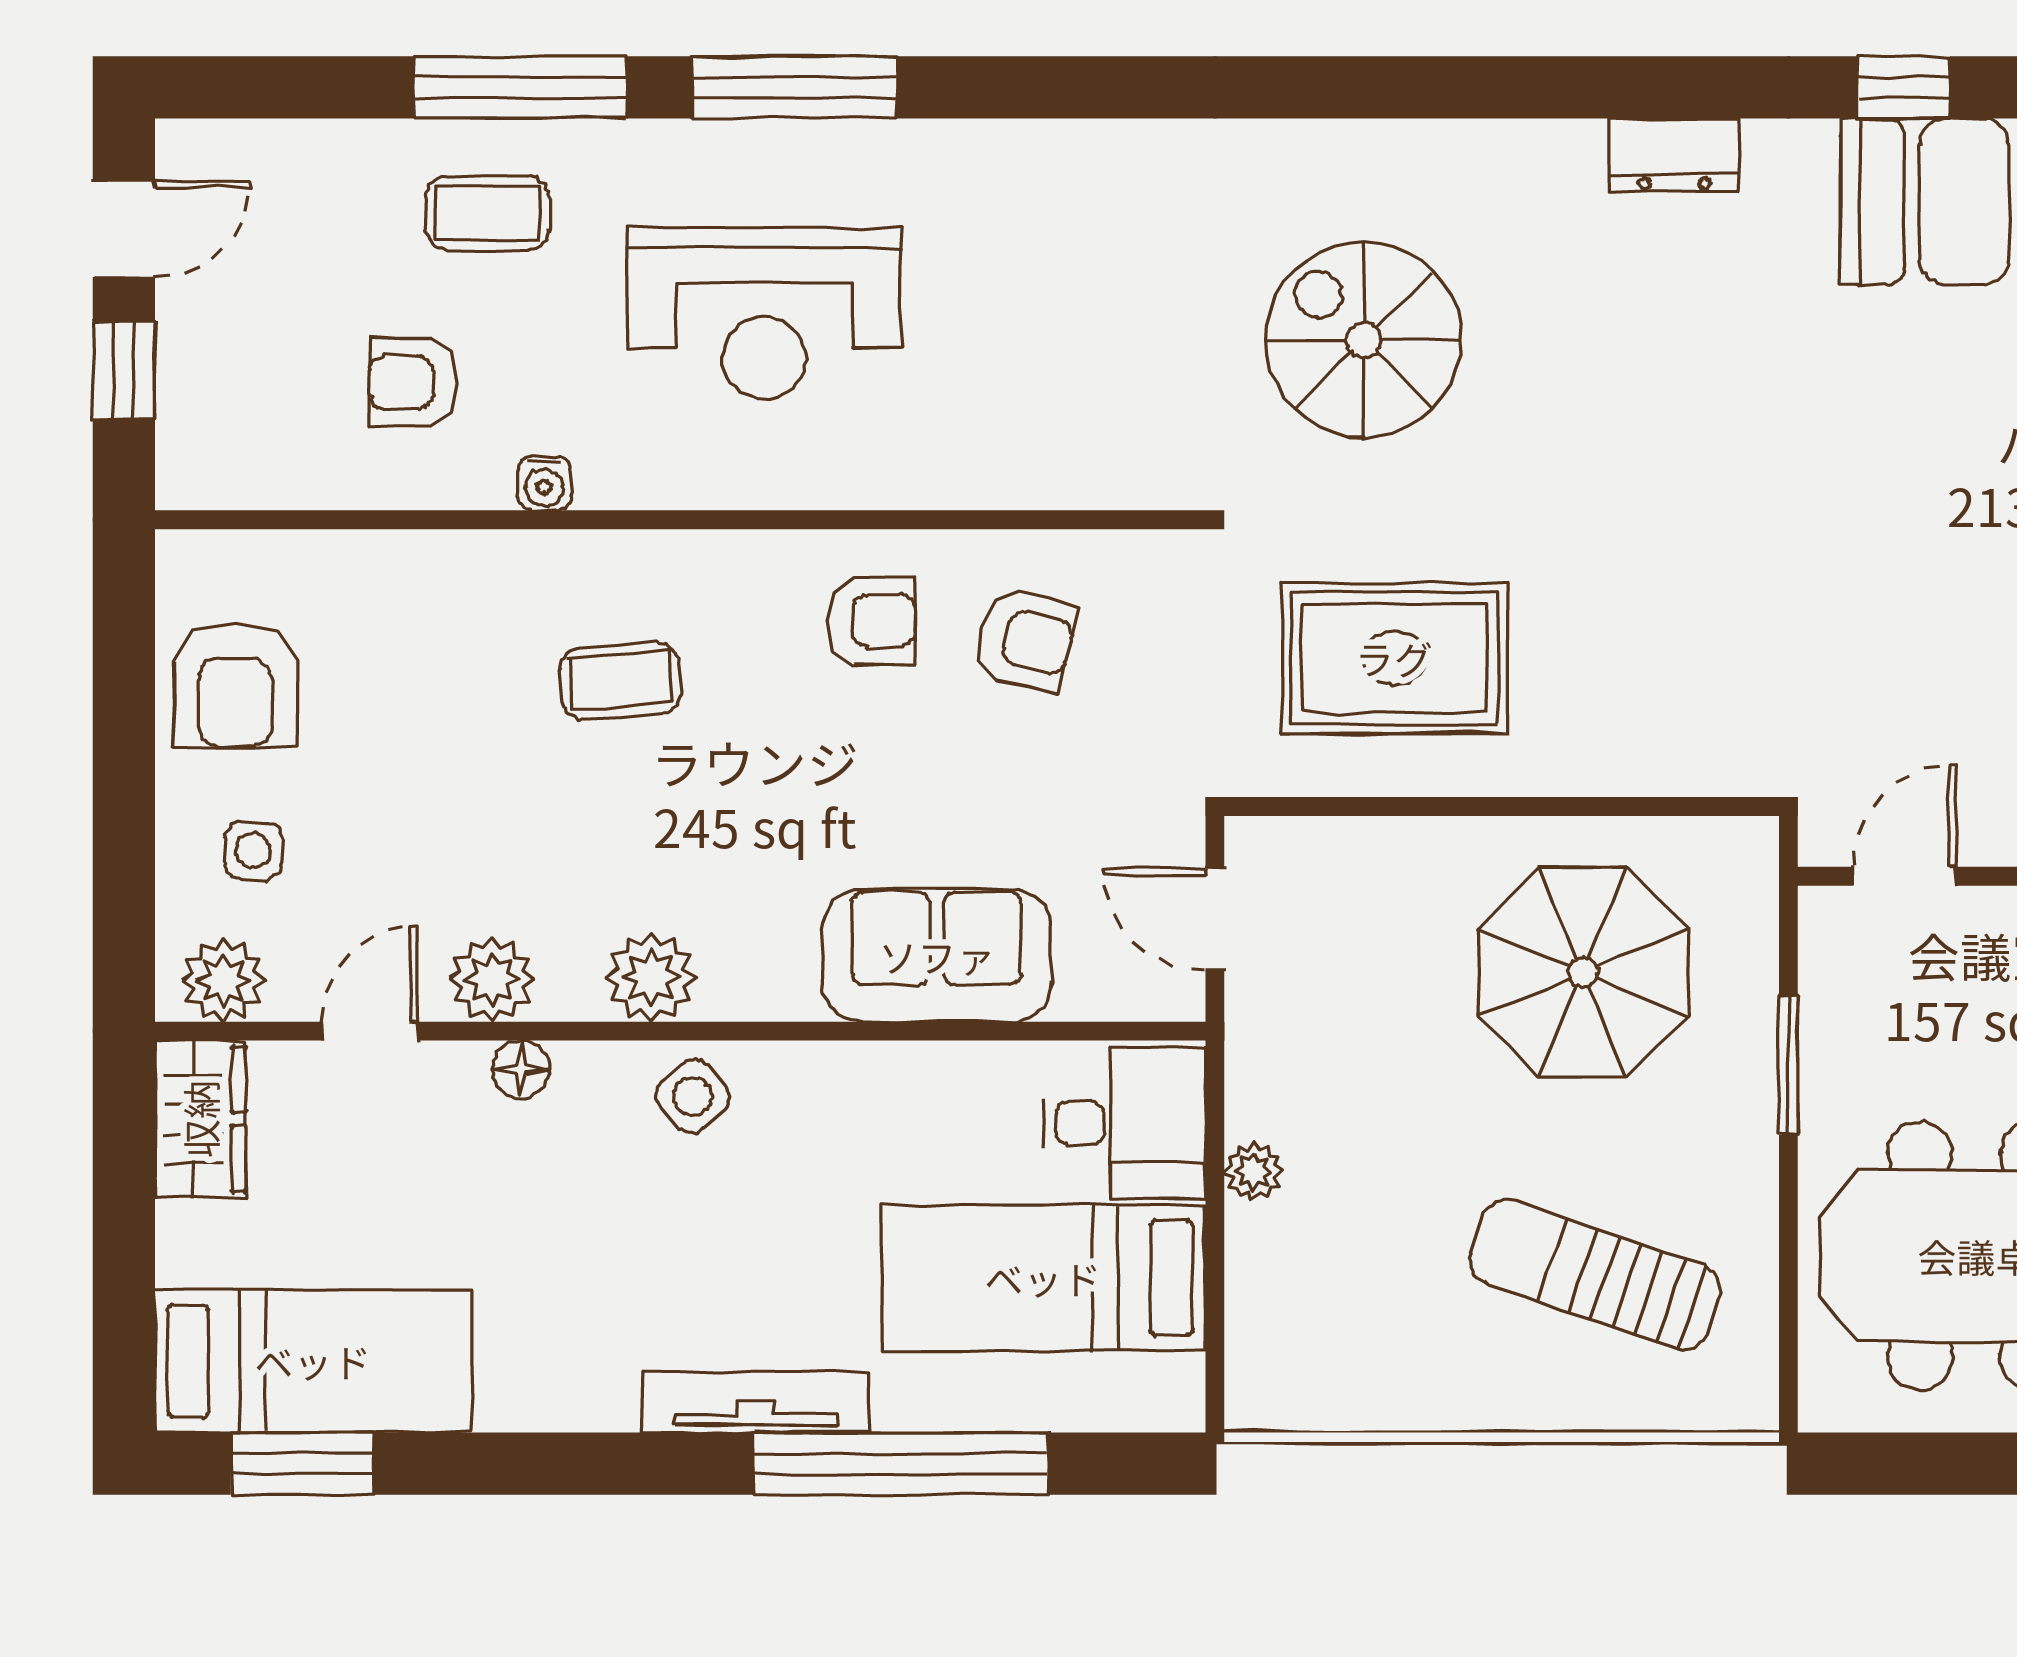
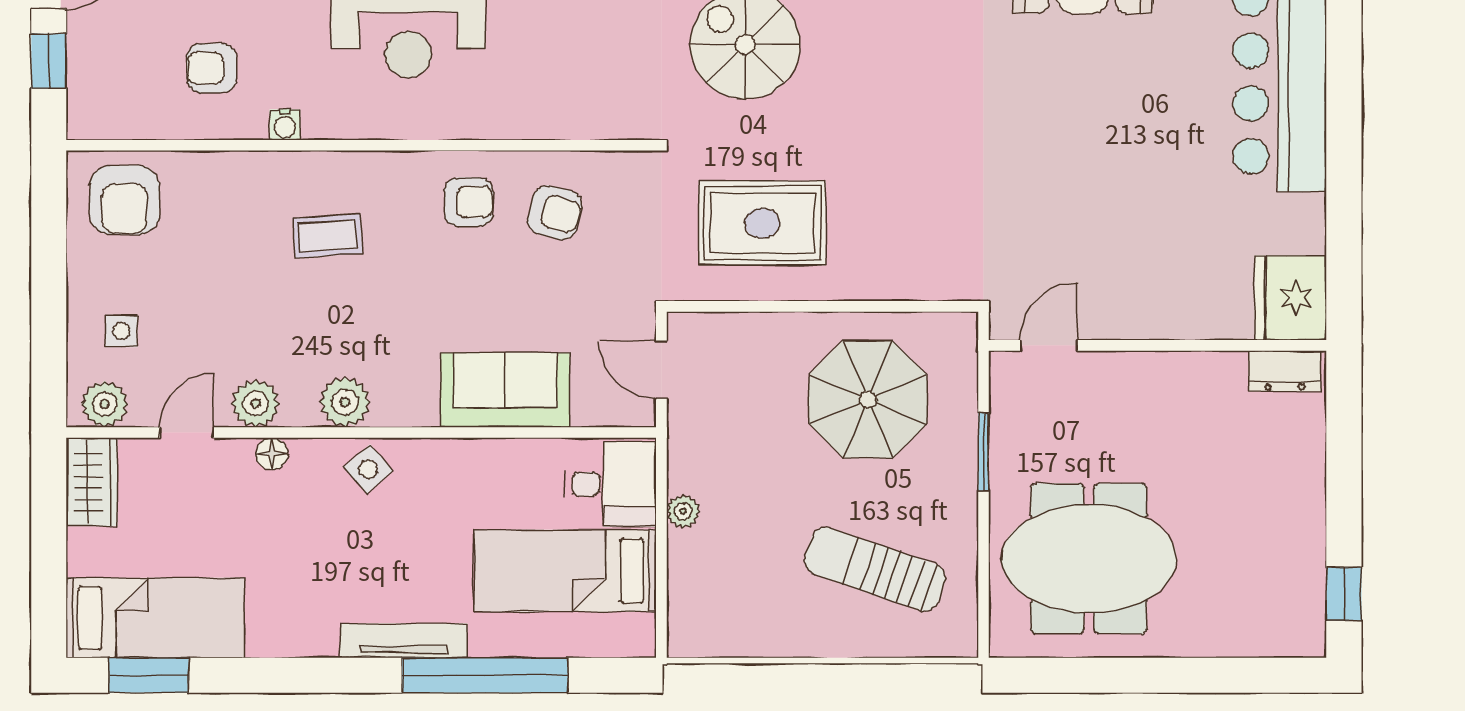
armchair: (235, 685) -> (124, 200), moved

